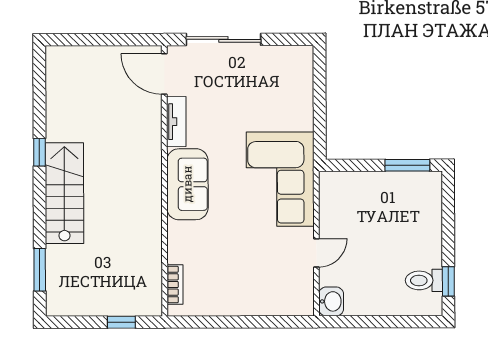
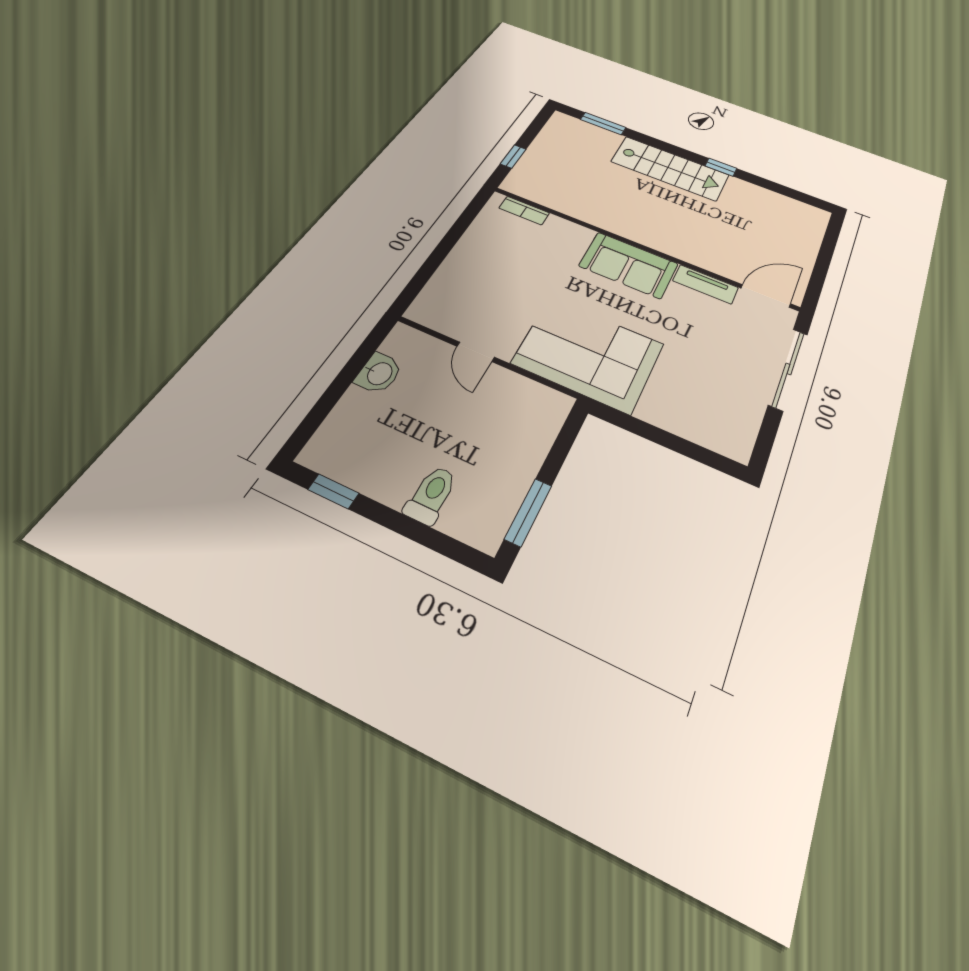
toilet: (424, 280) -> (431, 495), moved
washbasin: (331, 301) -> (379, 373), moved, turned -90

